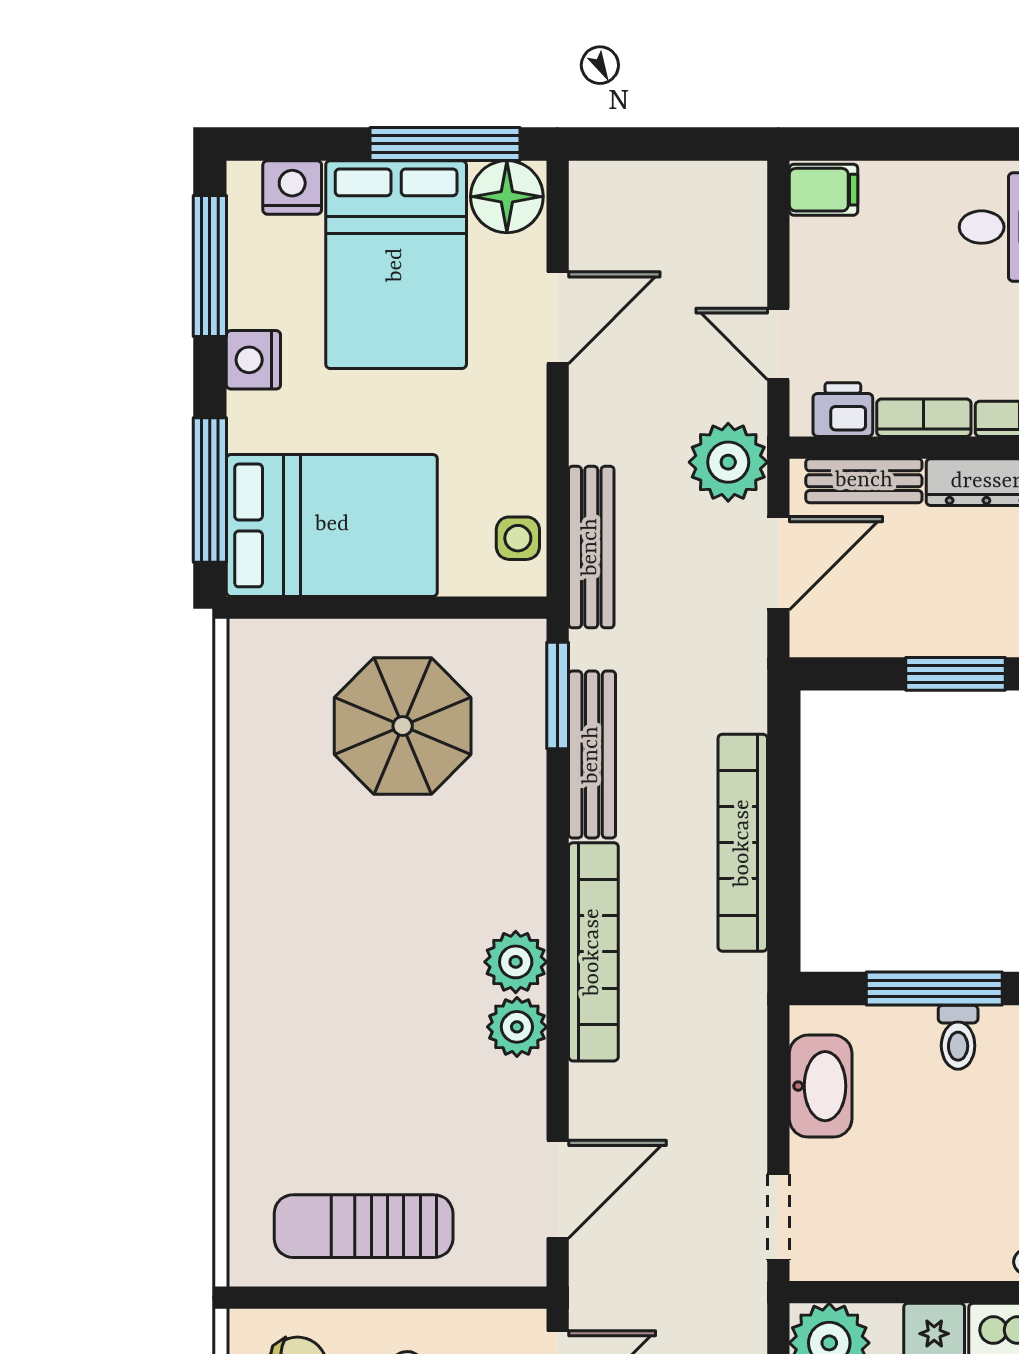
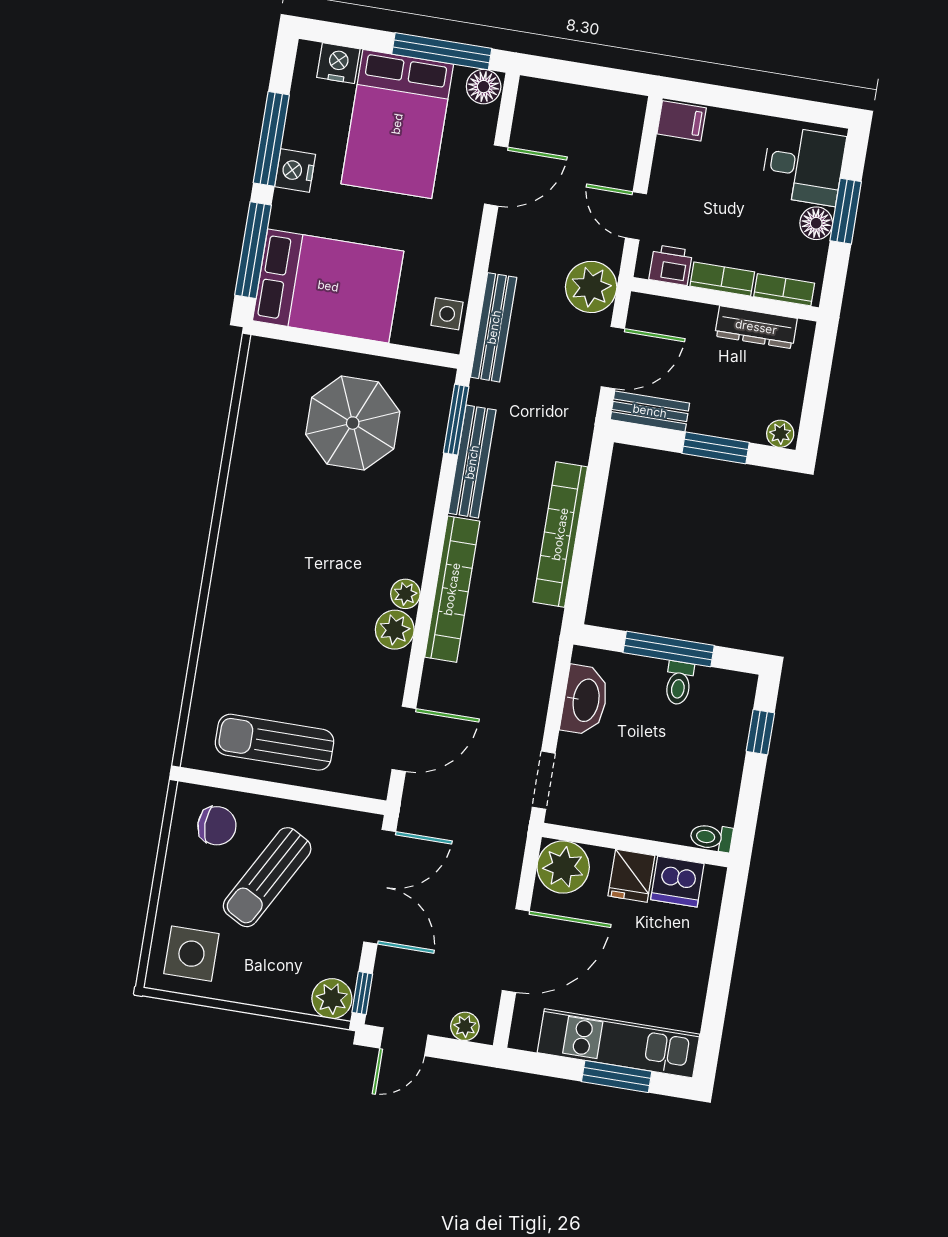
floor lamp: (507, 197) -> (484, 87), width x0.73, depth x0.73
window: (210, 266) -> (271, 139), moved
bench: (864, 481) -> (650, 411), moved
plant: (516, 962) -> (405, 594), width x0.73, depth x0.73

